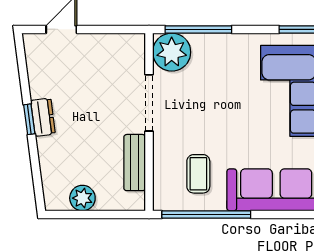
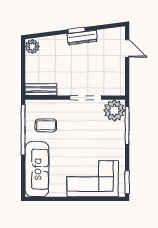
dresser: (43, 117) -> (82, 37), width x1.44
bench: (135, 163) -> (41, 90), moved
plant: (82, 198) -> (32, 47), moved

